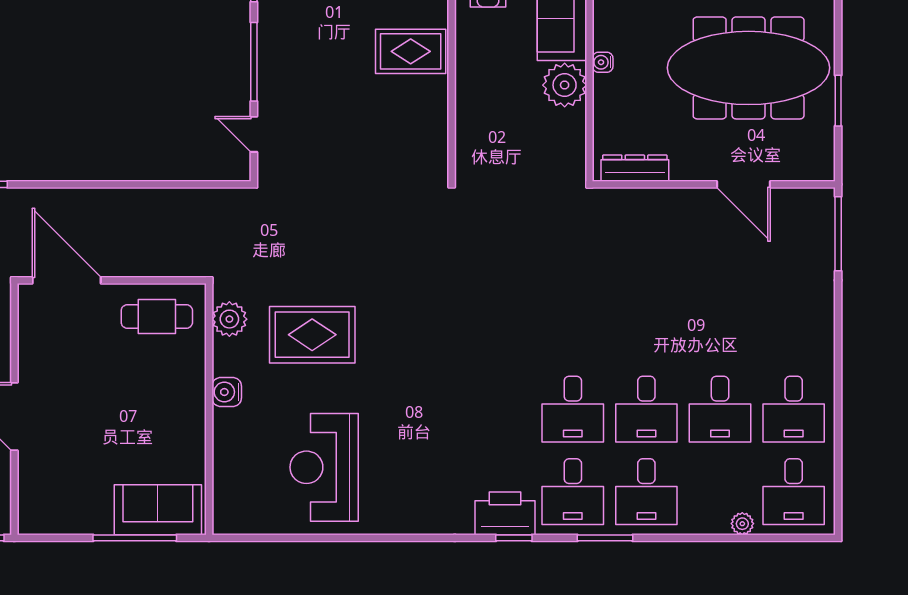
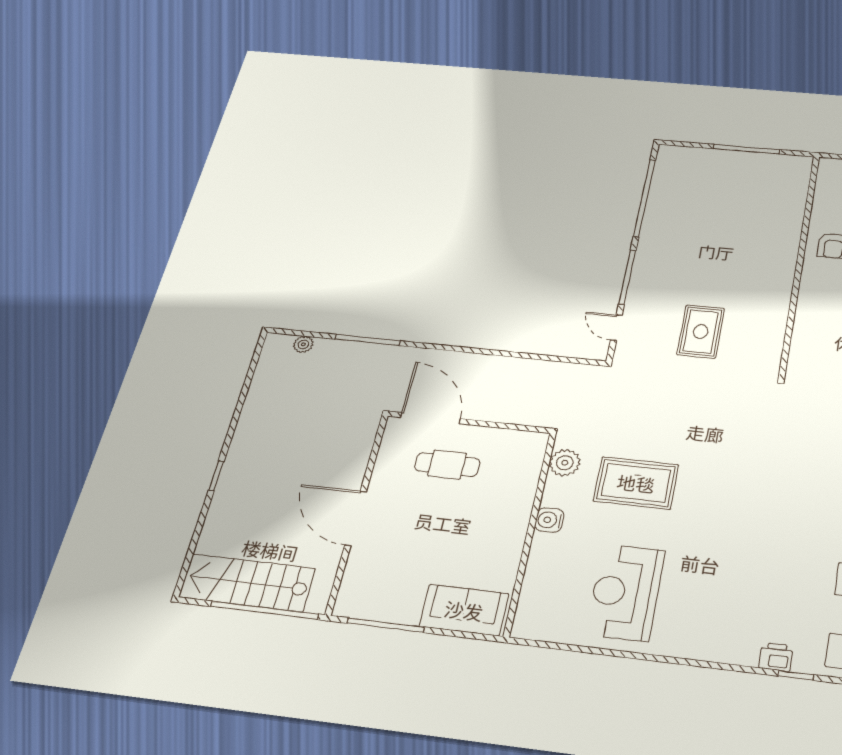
rug: (411, 51) -> (701, 331), moved, turned 90
cafe table: (157, 316) -> (447, 465), moved
printer: (505, 513) -> (776, 657), width x0.53, depth x0.68
window: (135, 538) -> (386, 625), moved

